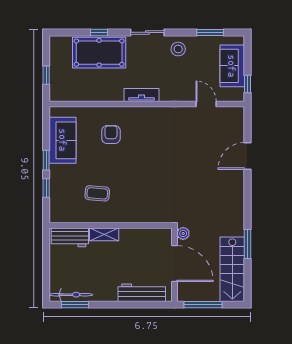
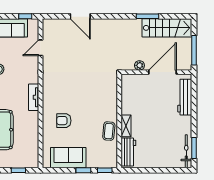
wall: (111, 225) -> (119, 121), moved
shelving: (104, 234) -> (126, 126), moved
workbench: (70, 237) -> (128, 152), moved

